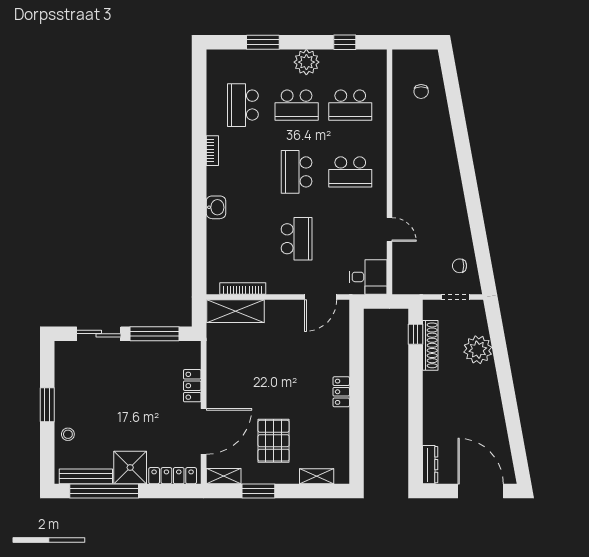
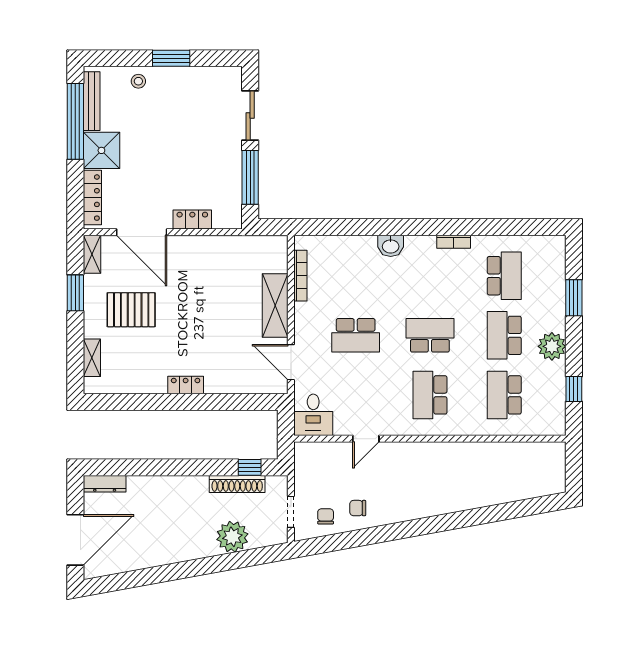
chair: (421, 92) -> (358, 508), moved
school desk: (243, 105) -> (504, 276), turned 90
shelving: (235, 311) -> (275, 305), moved

